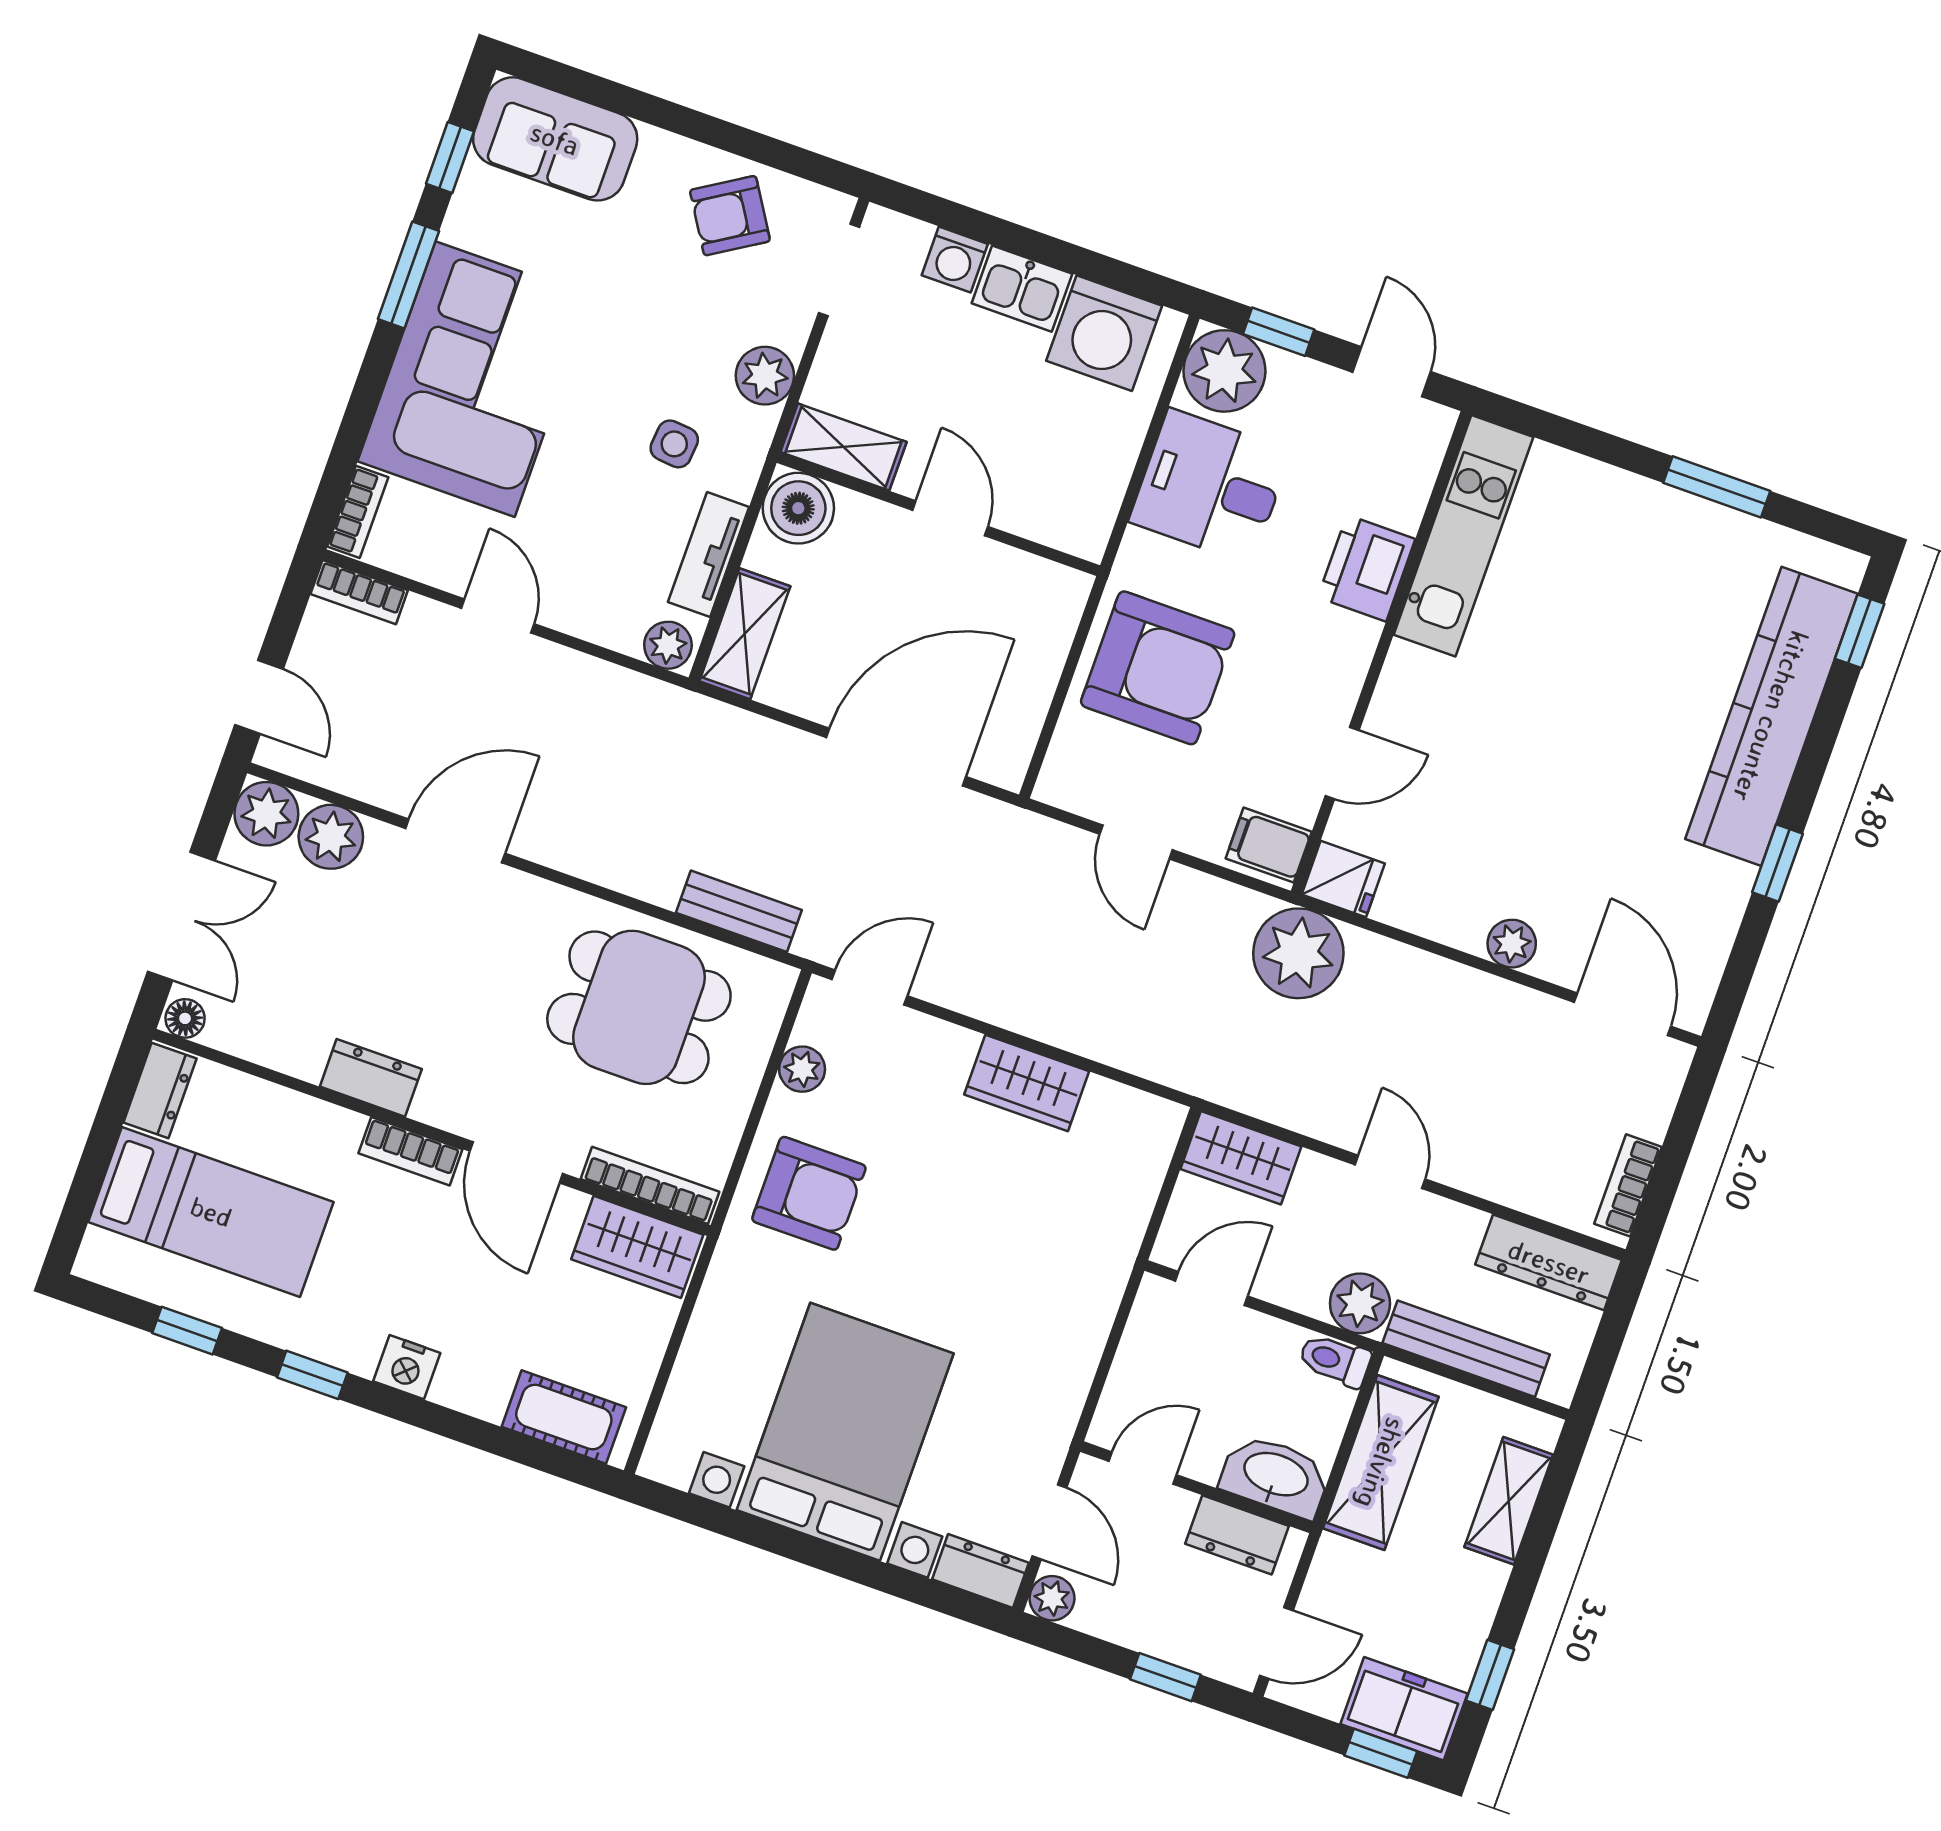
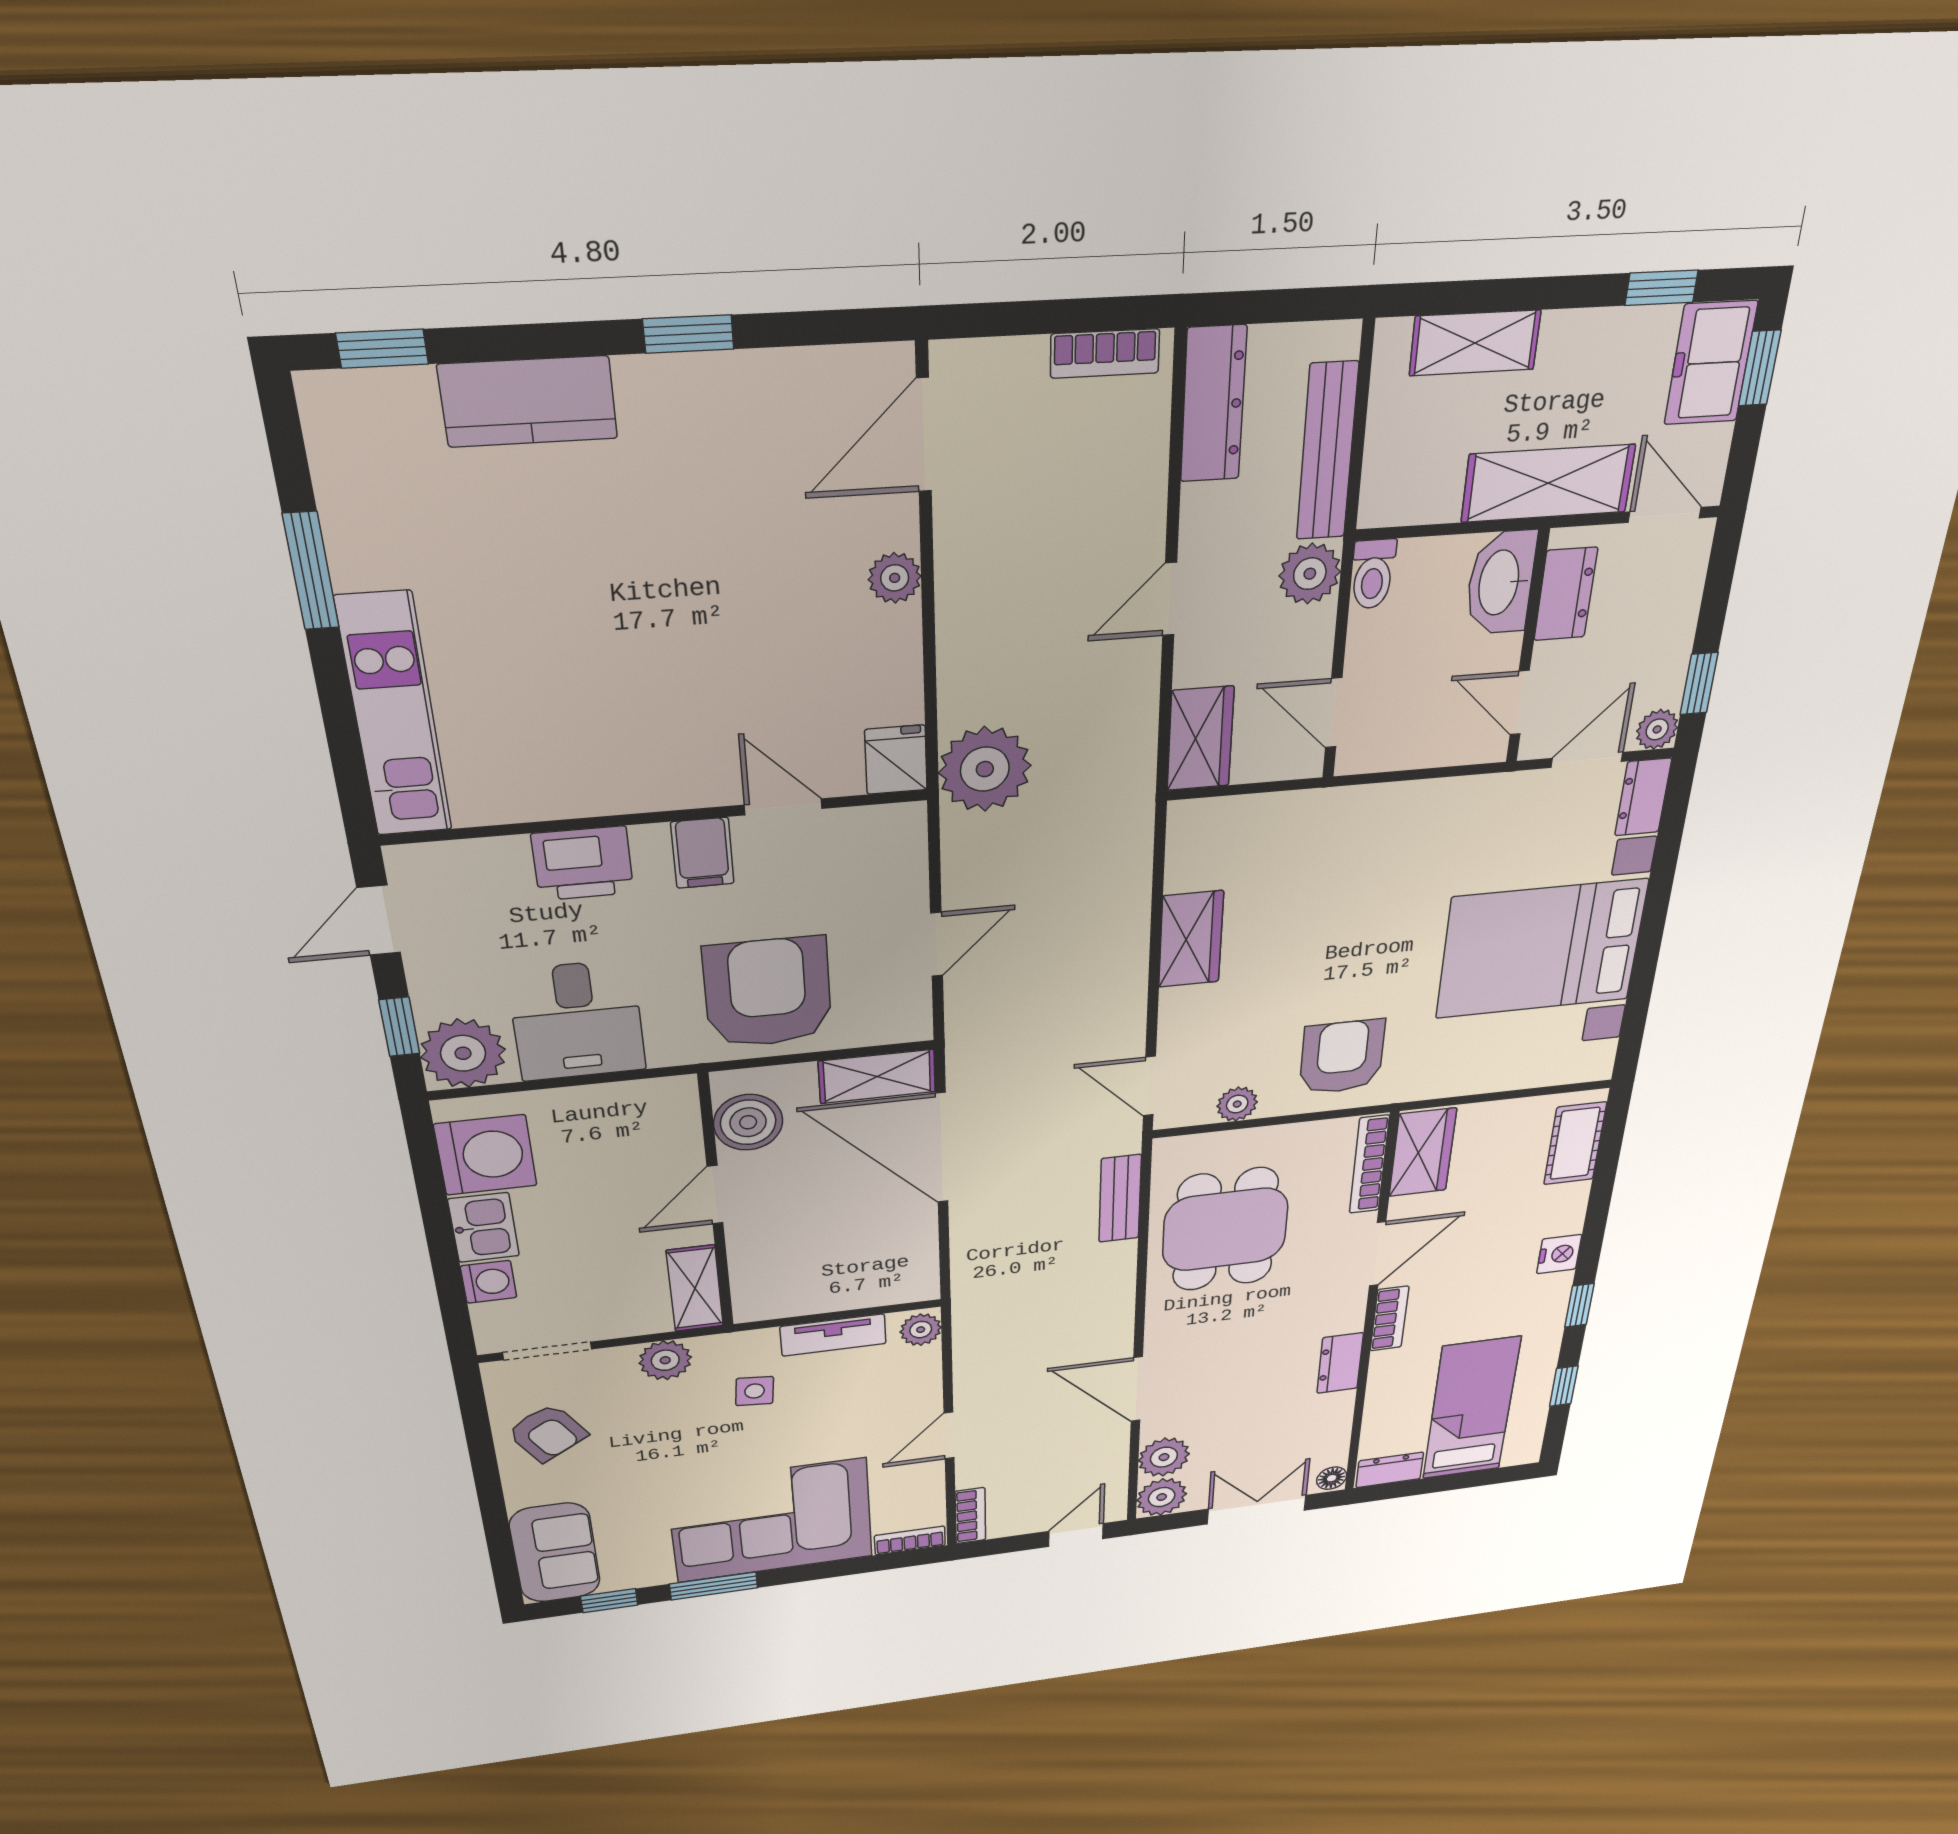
boiler: (798, 508) -> (748, 1122), moved
kitchen unit: (1463, 536) -> (394, 716), moved, turned 90
shelving: (745, 634) -> (877, 1076), moved
kitchen counter: (1771, 716) -> (528, 402), width x0.48, depth x0.86
filing cabinet: (1269, 845) -> (702, 853), moved
shelving: (1381, 1463) -> (1548, 483), moved
window: (1165, 1677) -> (1699, 684), moved

